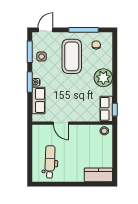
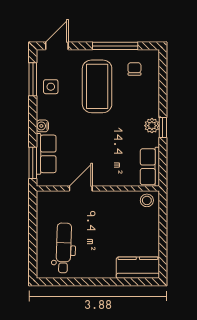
plant: (103, 78) -> (152, 126), width x0.53, depth x0.53
window: (30, 82) -> (33, 163), moved
window: (115, 110) -> (163, 127), moved
door: (61, 123) -> (81, 189), swing flipped

